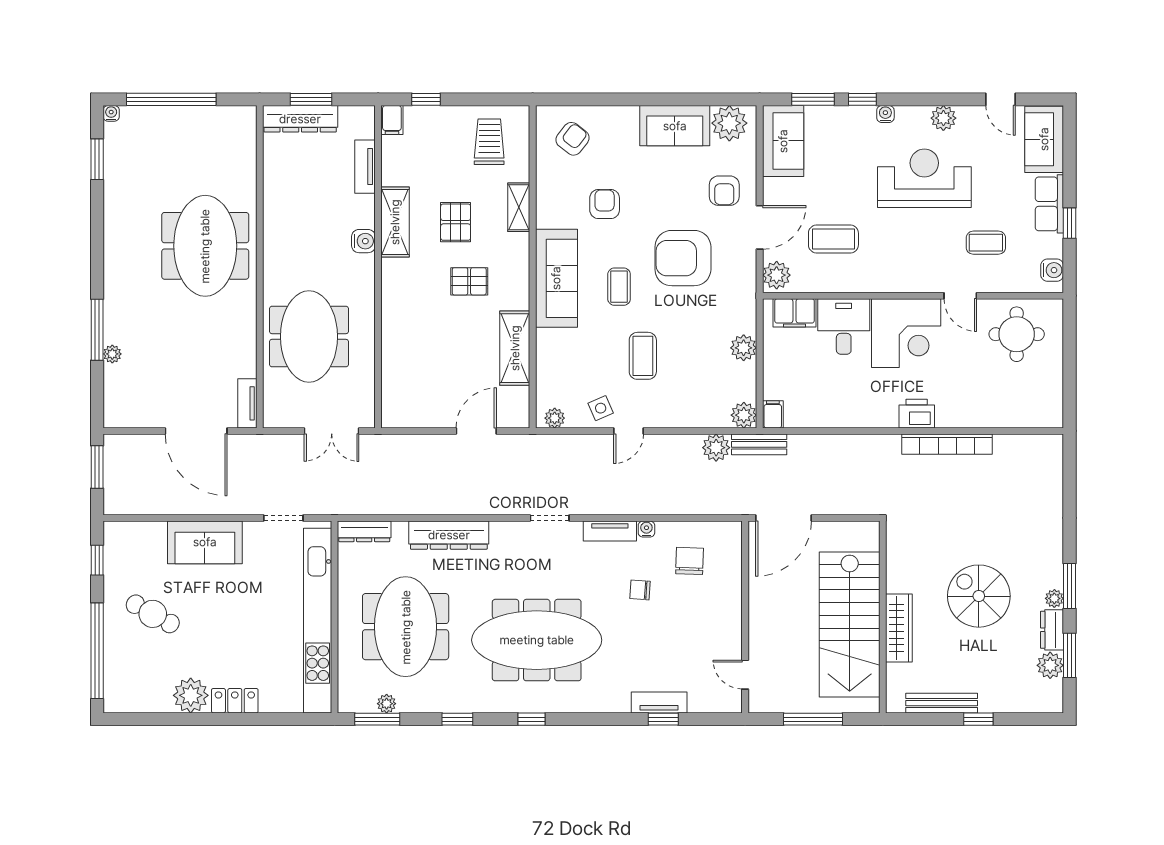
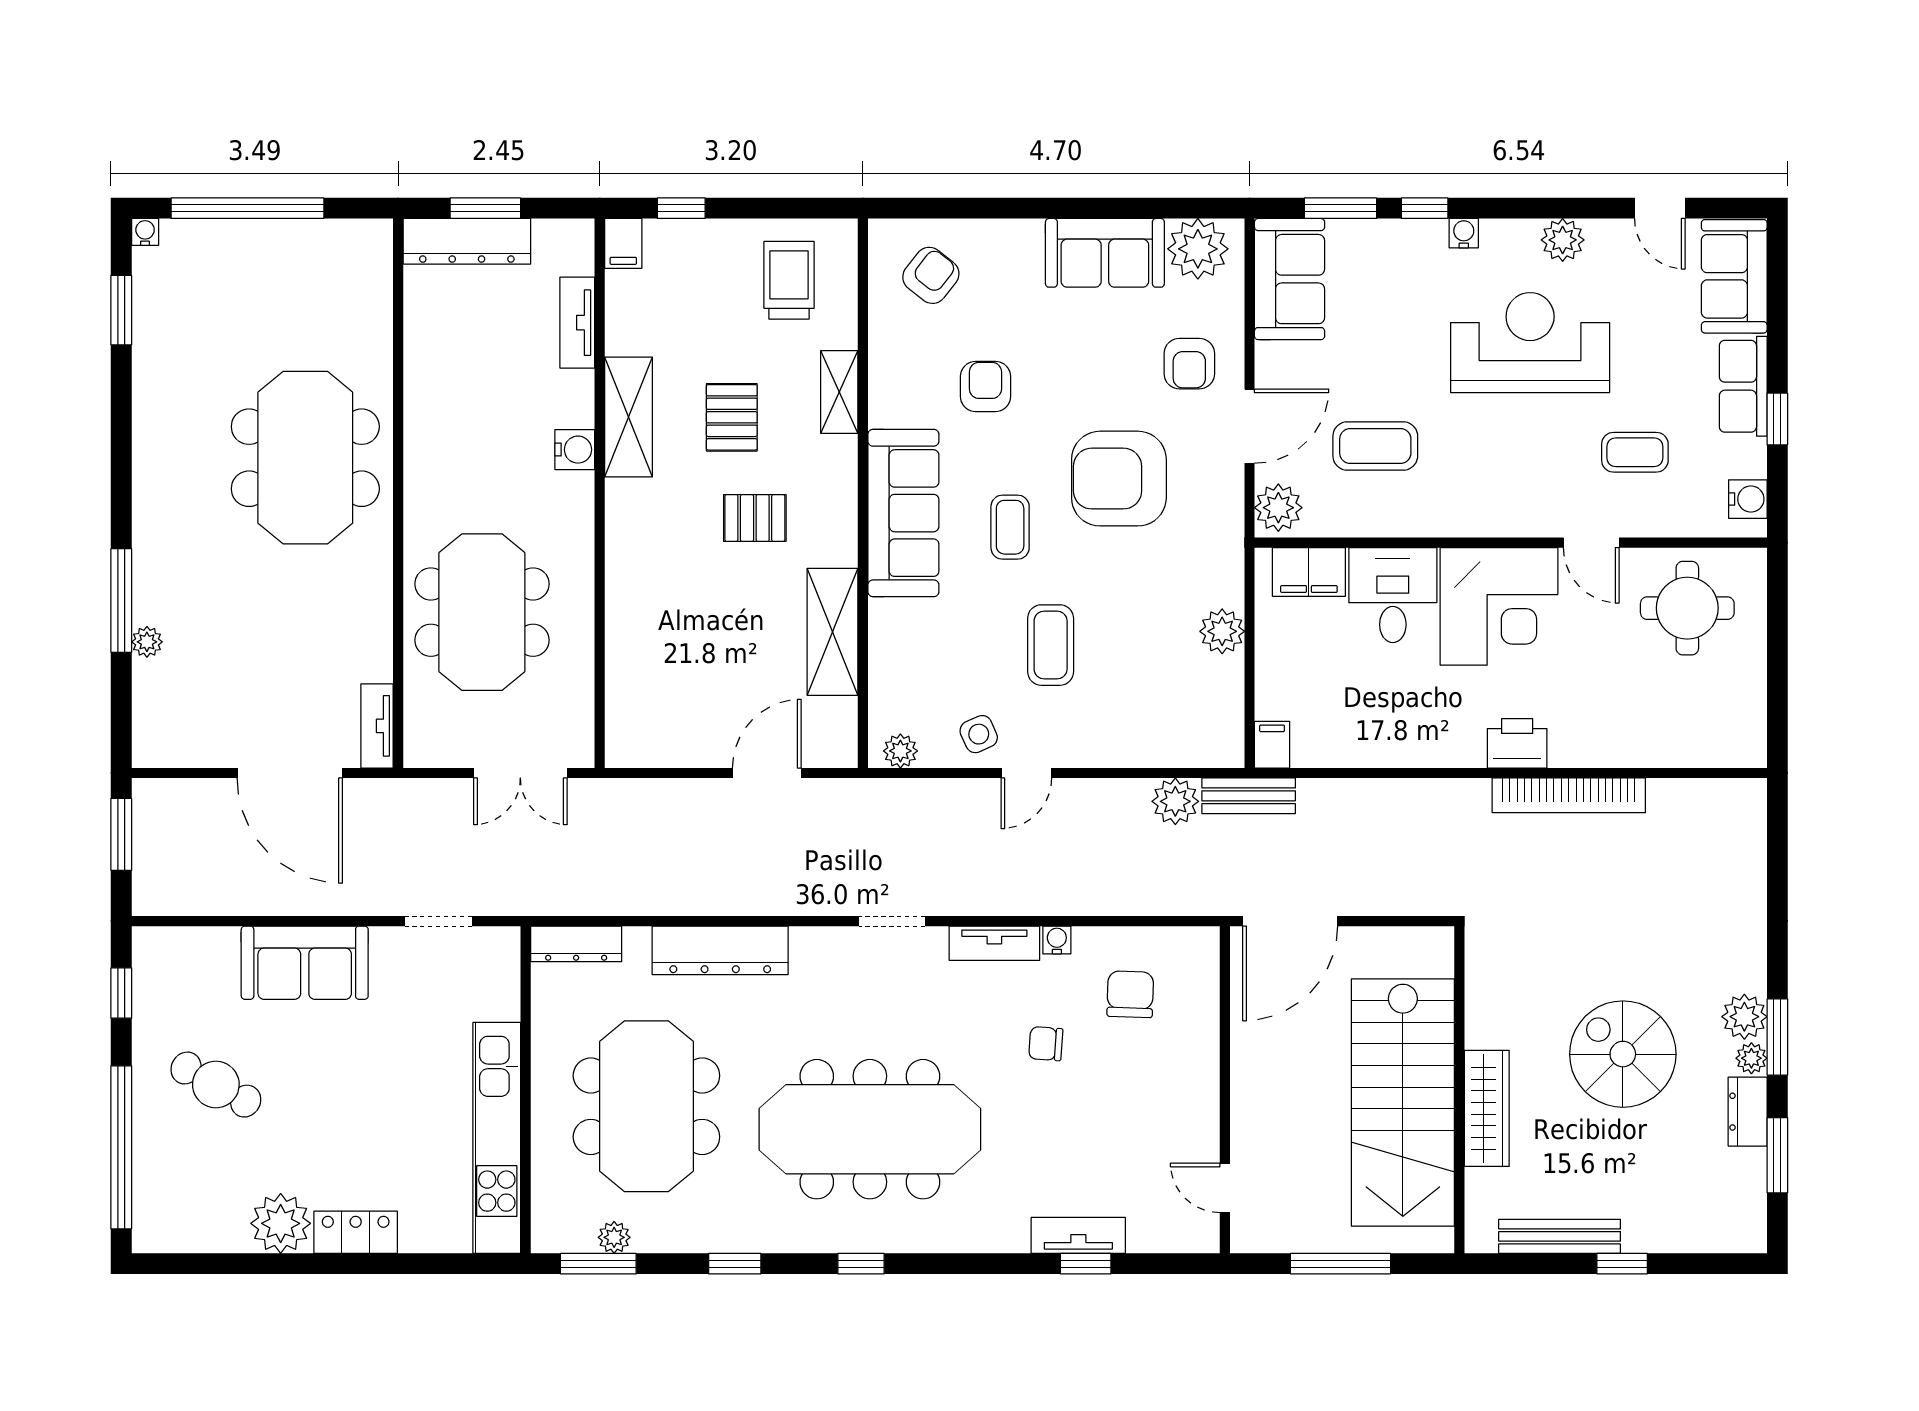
plant: (744, 415) -> (1223, 746), removed
kitchen unit: (318, 621) -> (497, 1138), width x0.73
plant: (1050, 665) -> (1744, 1017), moved

